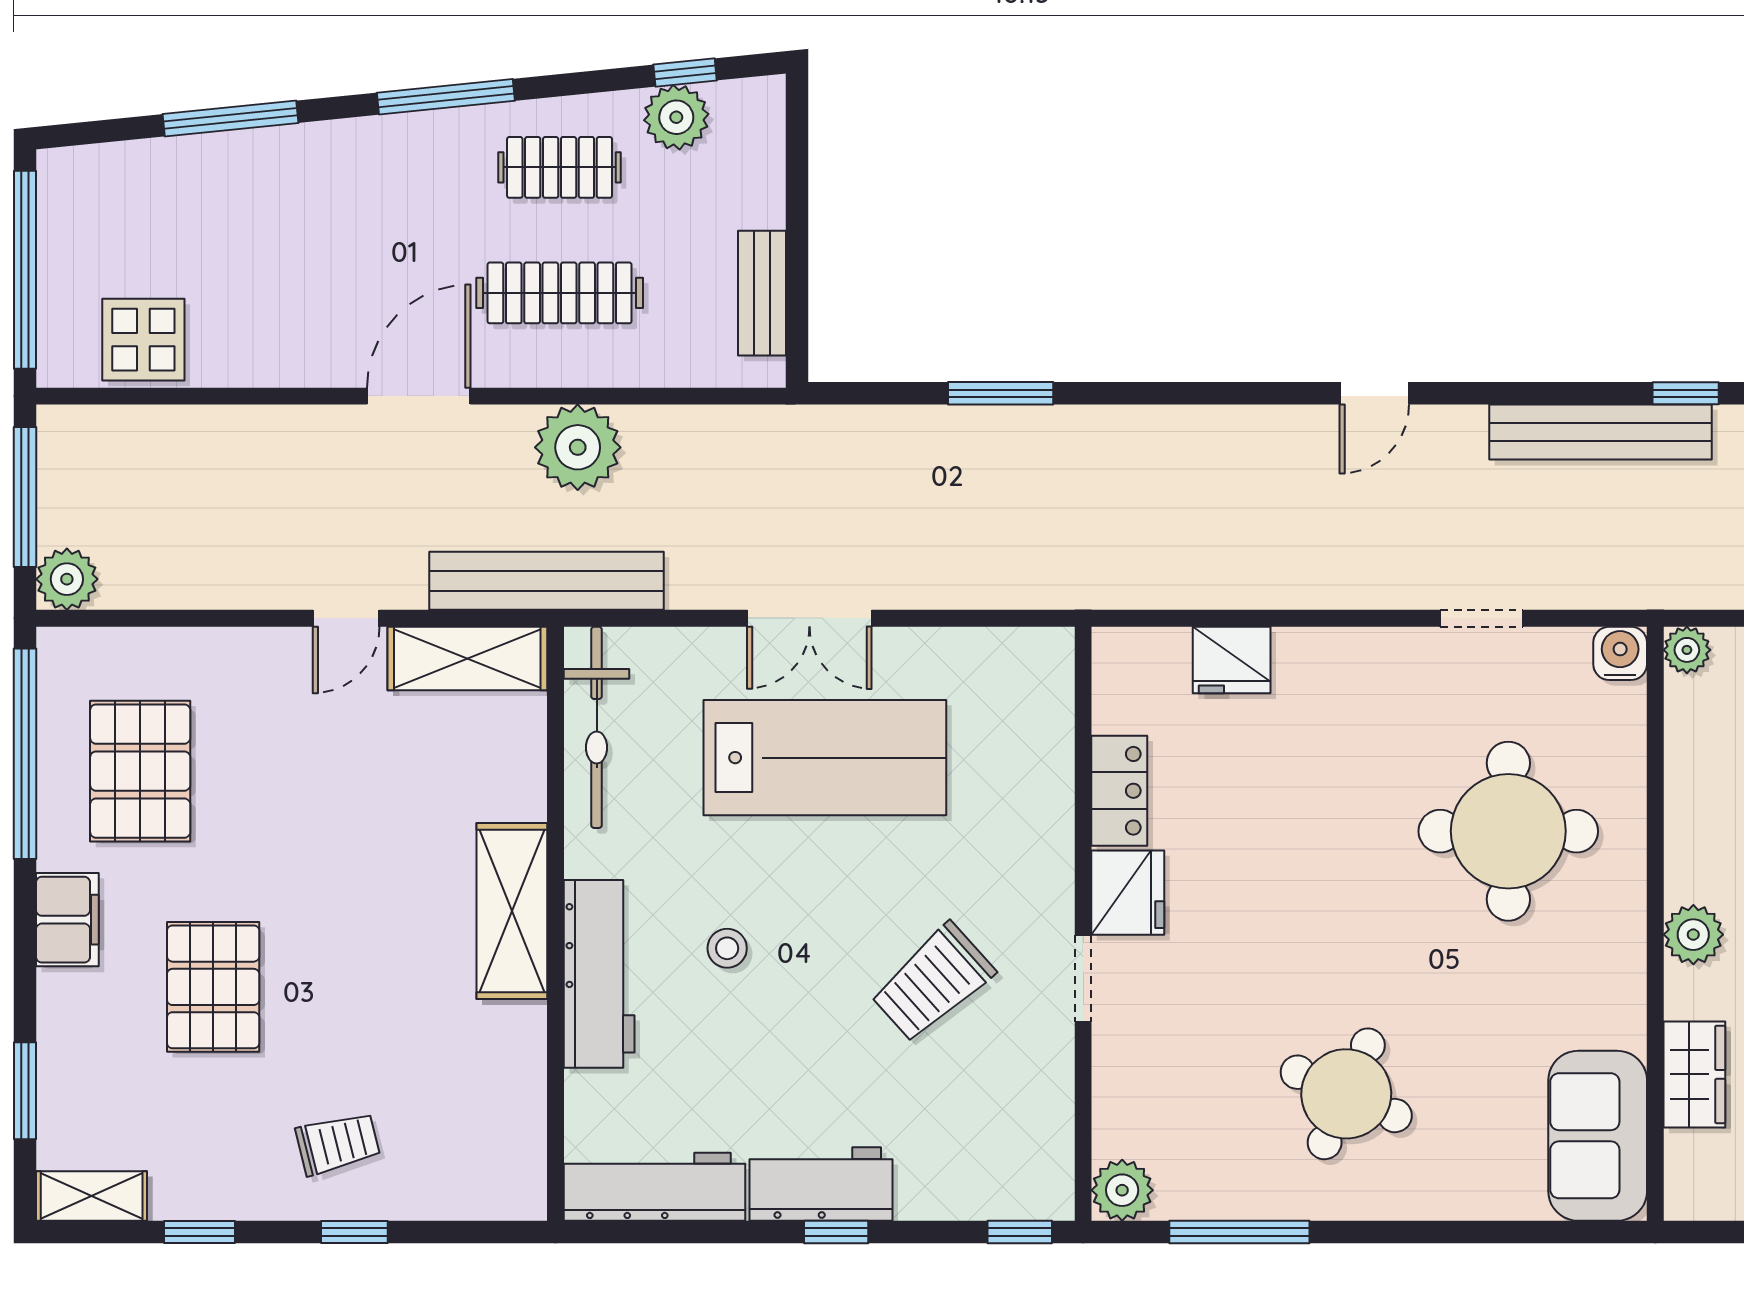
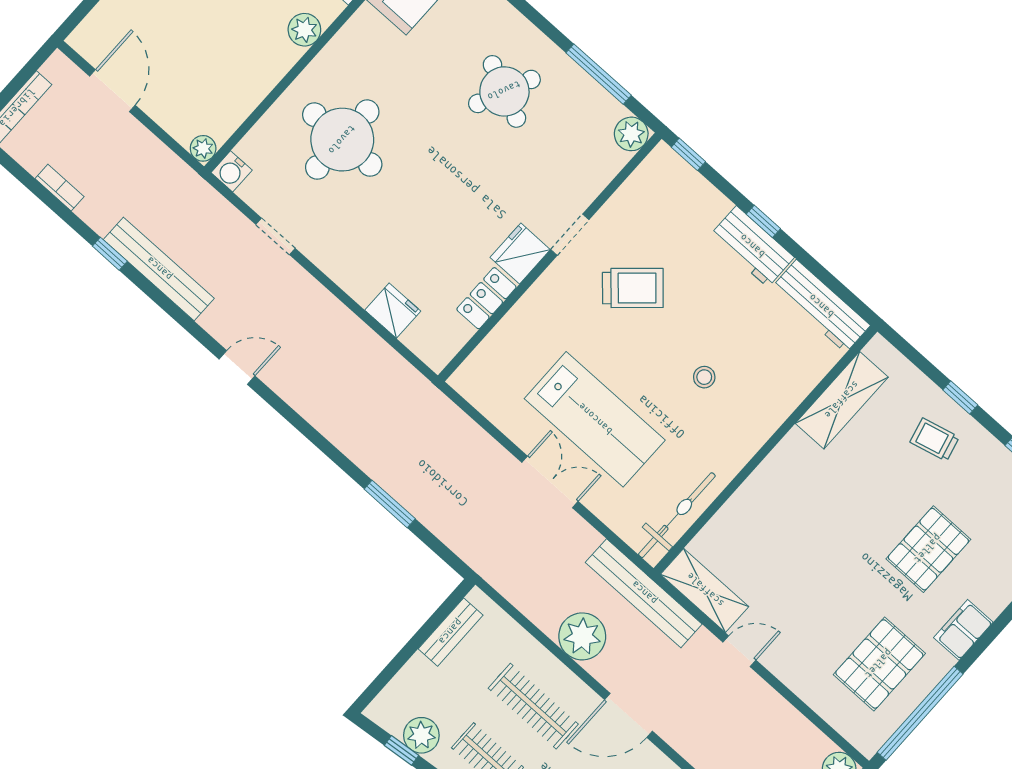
lab bench: (825, 758) -> (595, 419), turned 180
shelving: (512, 911) -> (842, 400), moved
workbench: (599, 974) -> (766, 413), removed

